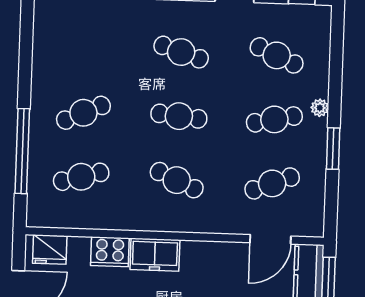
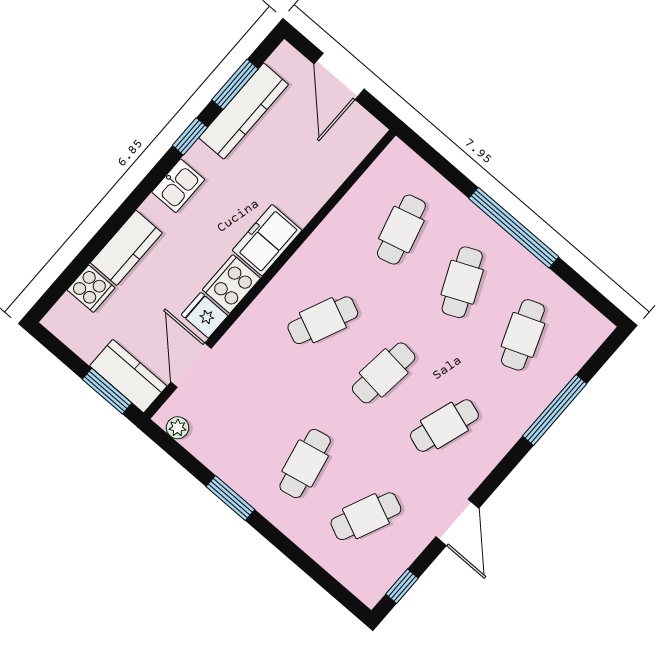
plant: (320, 108) -> (178, 428), moved
window: (22, 151) -> (514, 228), moved
cafe table: (272, 183) -> (523, 335), moved
fridge: (50, 250) -> (205, 315), moved, width x0.72
cooker: (110, 252) -> (231, 284), moved

